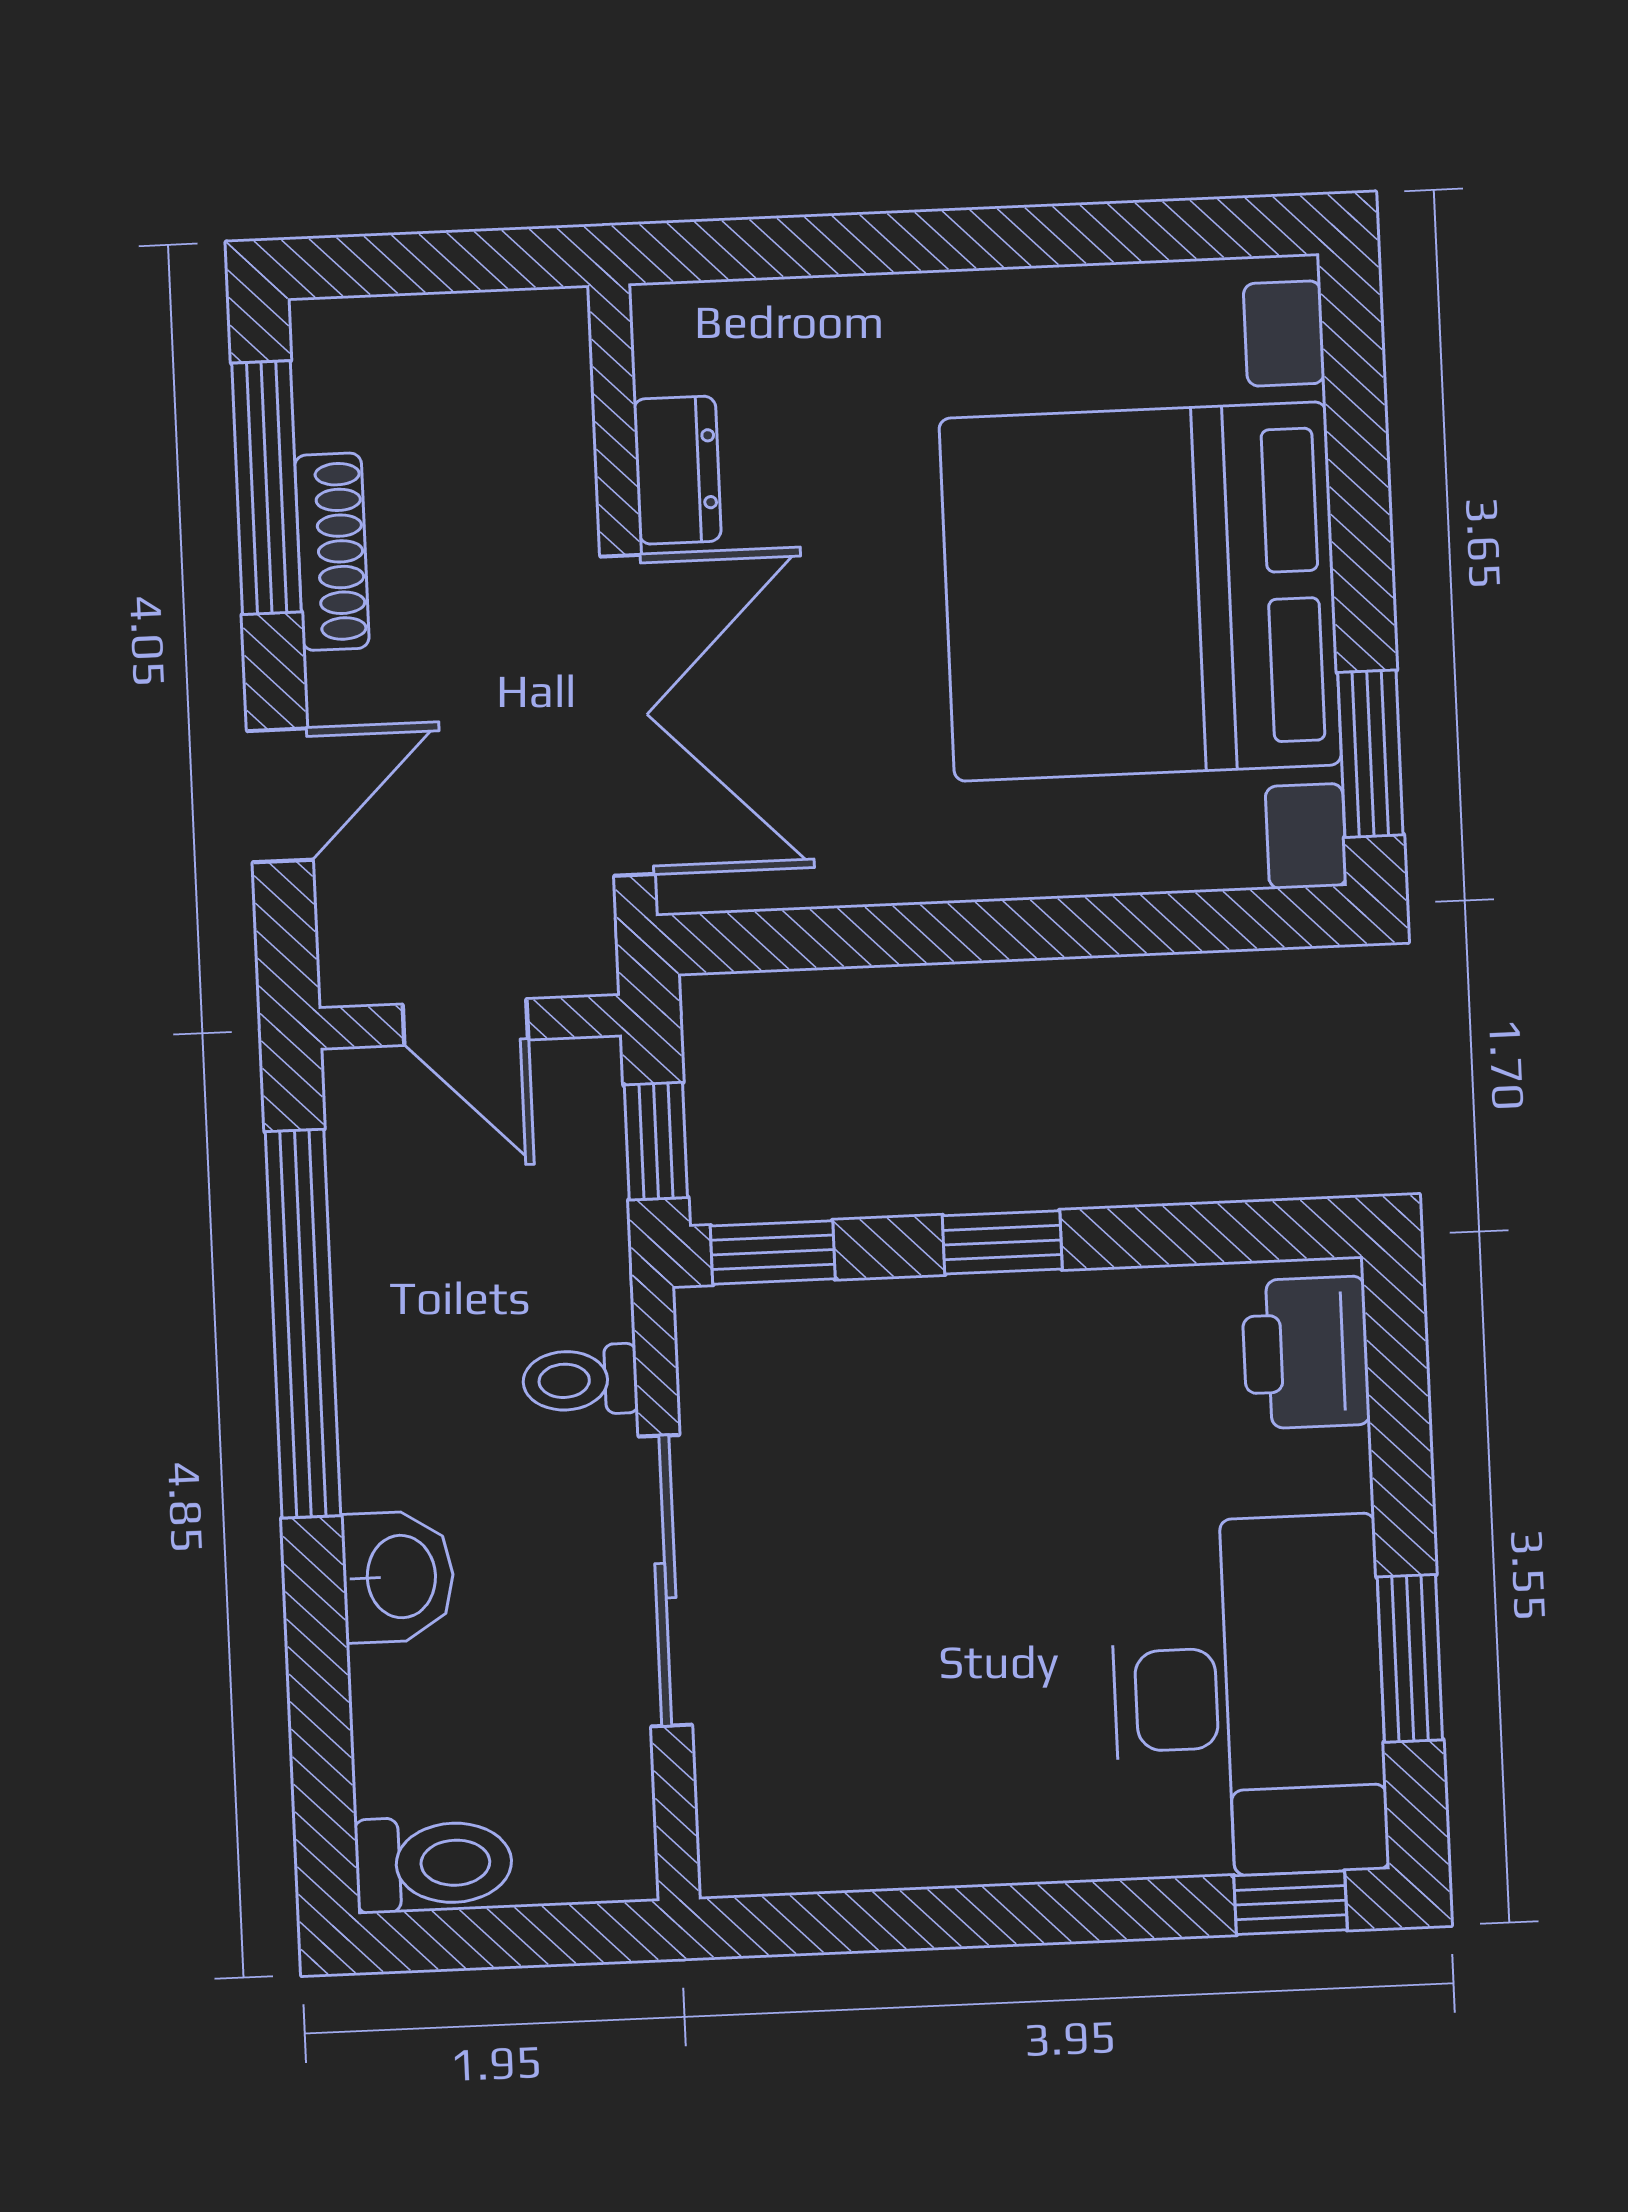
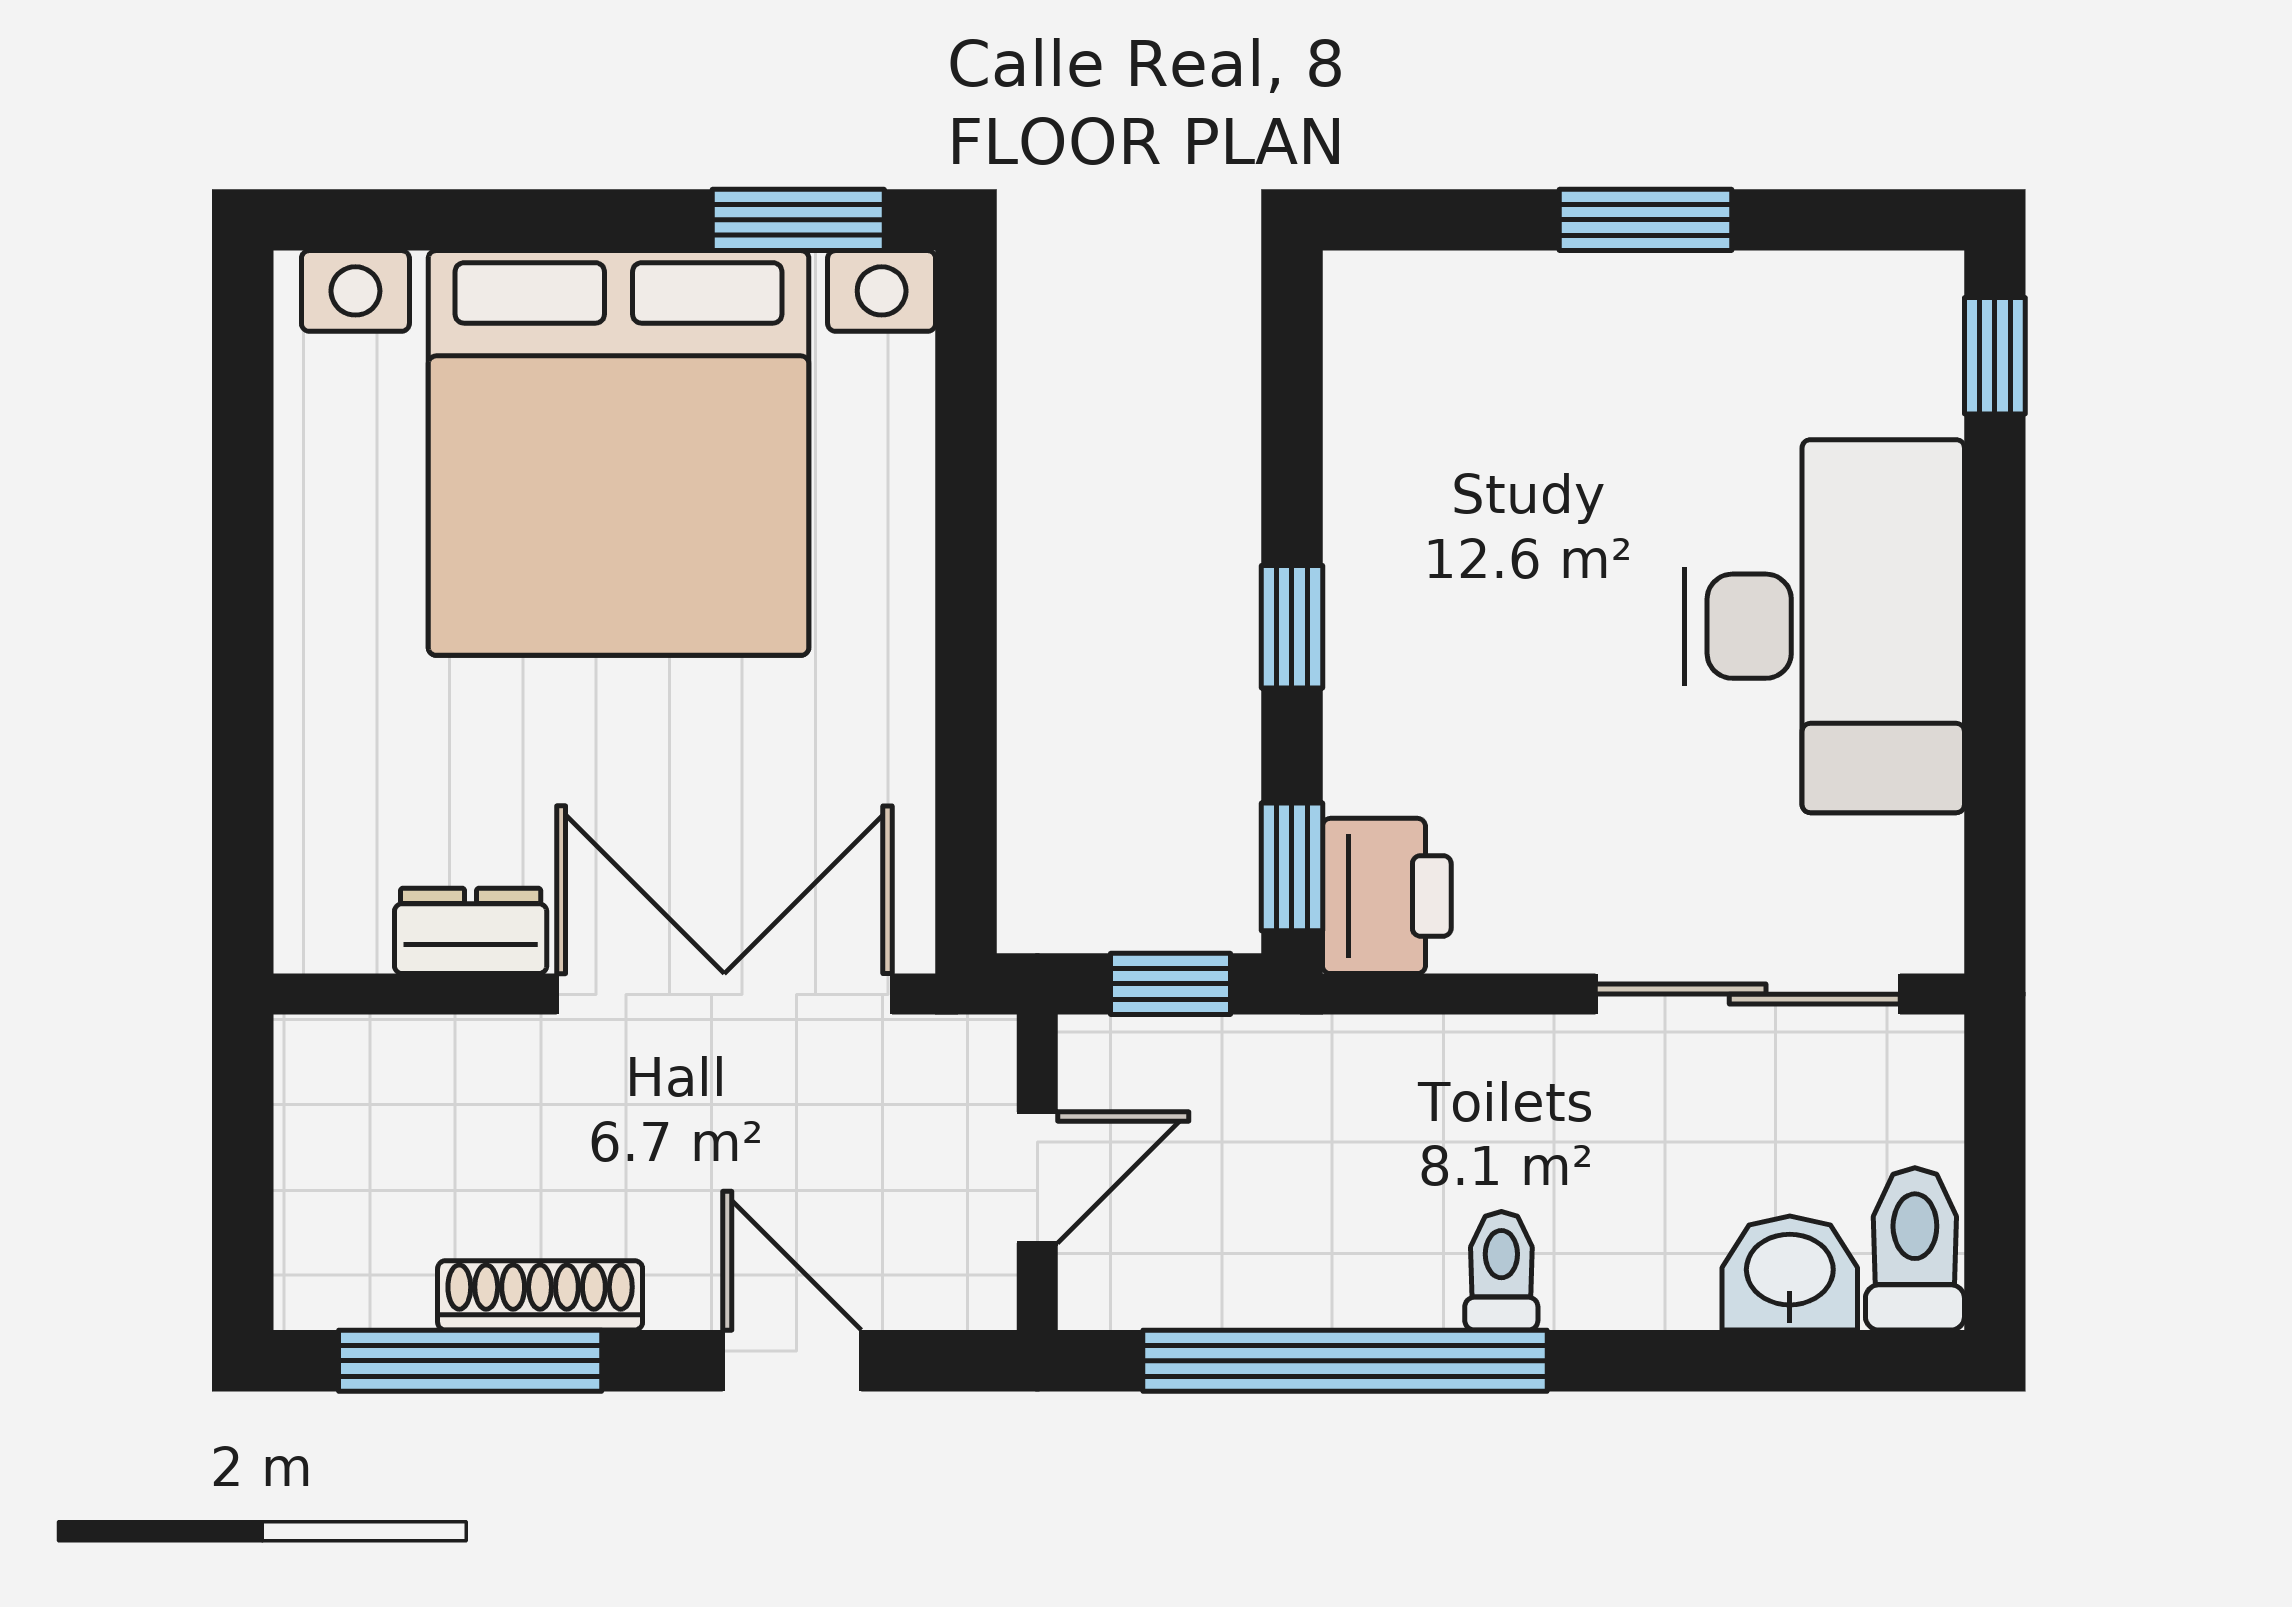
printer: (1306, 1353) -> (1387, 896), moved, turned -90
toilet: (580, 1380) -> (1501, 1271), moved, turned 180
washbasin: (398, 1577) -> (1790, 1273), moved
sliding door: (665, 1581) -> (1748, 994), moved
window: (1410, 1658) -> (1645, 220), moved
desk: (1249, 1697) -> (1825, 626), moved, turned 90

